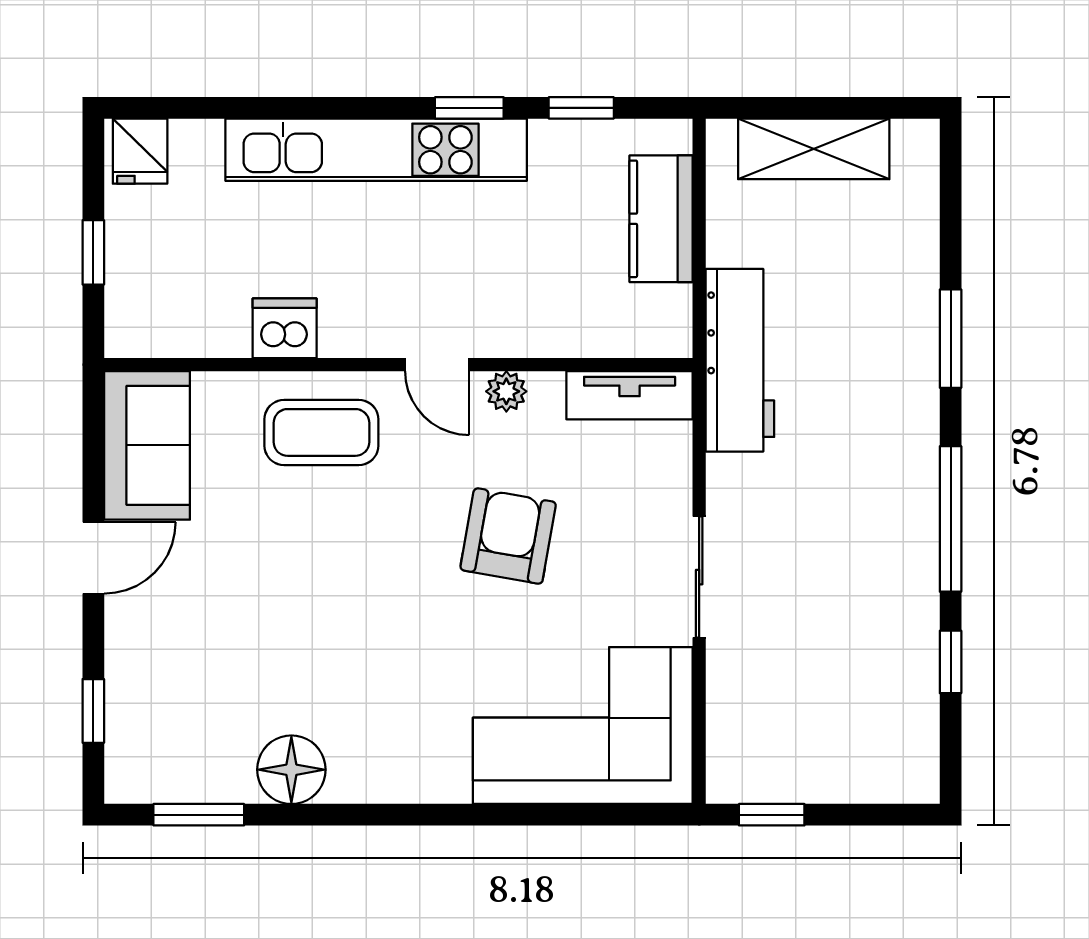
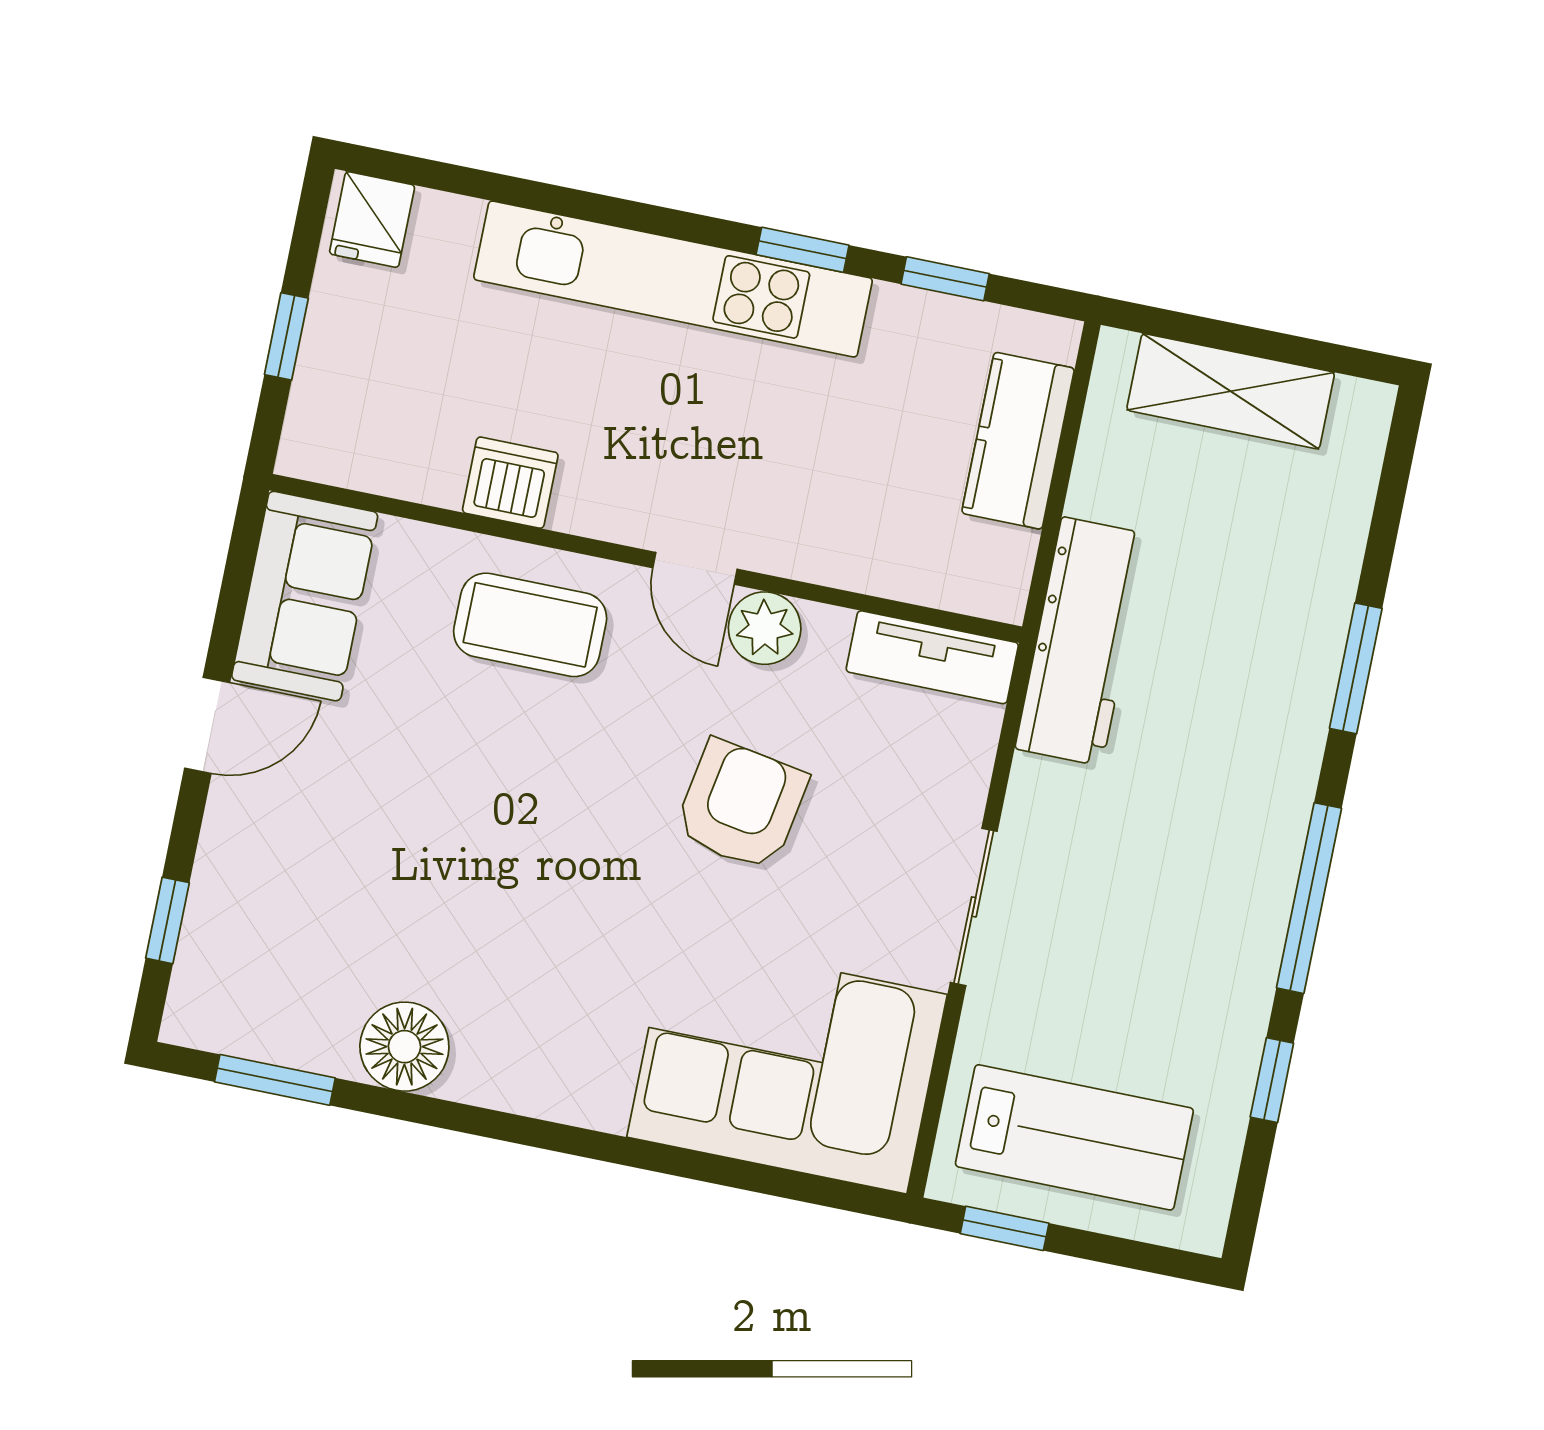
plant: (506, 391) -> (765, 628), width x1.38, depth x1.38
lab bench: (810, 735) -> (1074, 1137), added

